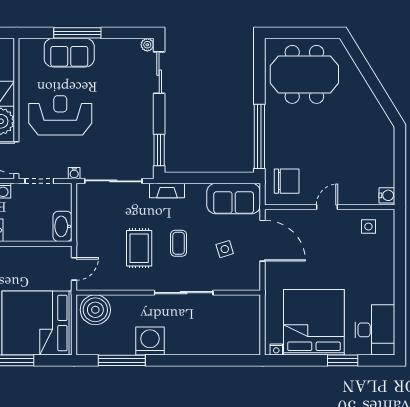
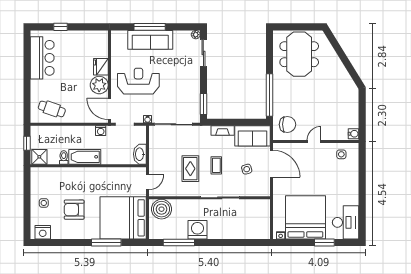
sofa: (69, 53) -> (150, 40), width x1.36
meeting table: (304, 74) -> (299, 54), turned 90
fireplace: (167, 190) -> (223, 131), moved

